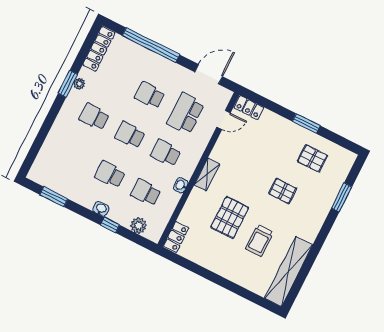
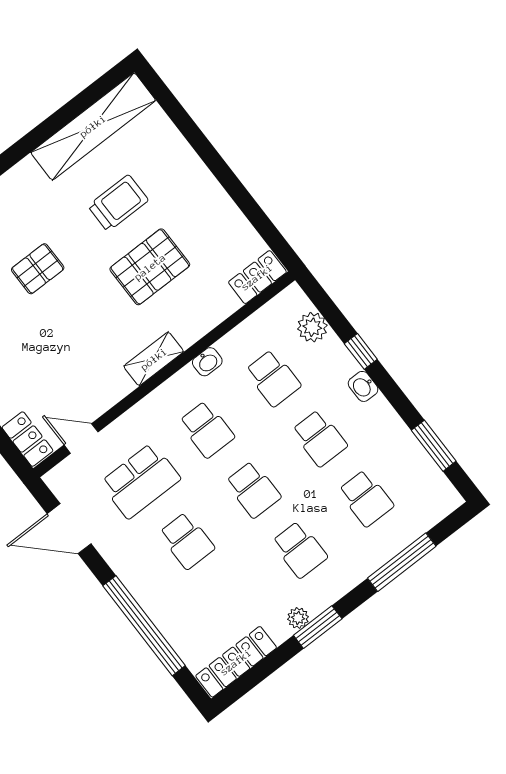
window: (43, 134) -> (402, 562), added
school desk: (74, 156) -> (366, 498), added
pallet: (283, 191) -> (38, 269), turned 90

